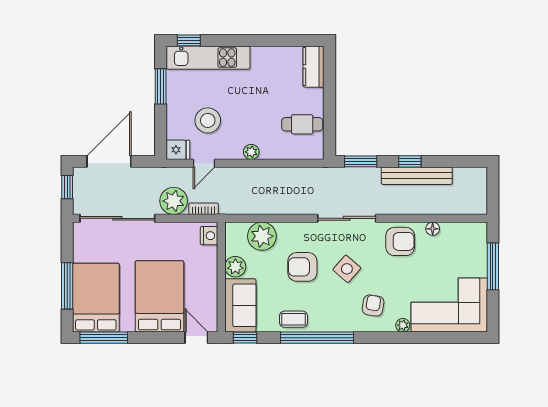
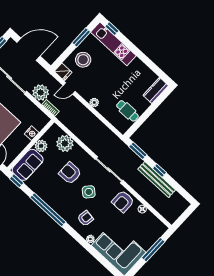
stool: (208, 120) -> (83, 60), moved
nightstand: (209, 236) -> (32, 133), moved
armchair: (400, 241) -> (123, 201), turned 90
coffee table: (294, 319) -> (45, 192), removed

